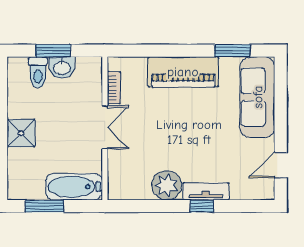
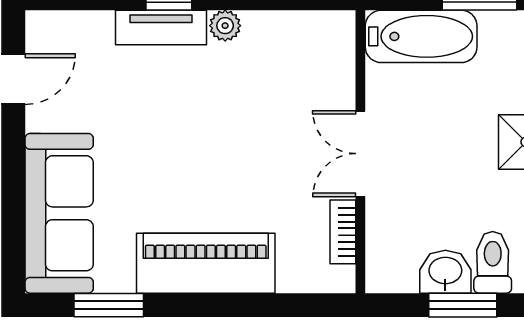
plant: (167, 185) -> (225, 26), width x0.53, depth x0.53

